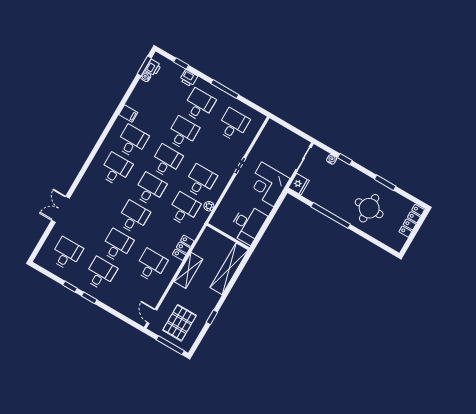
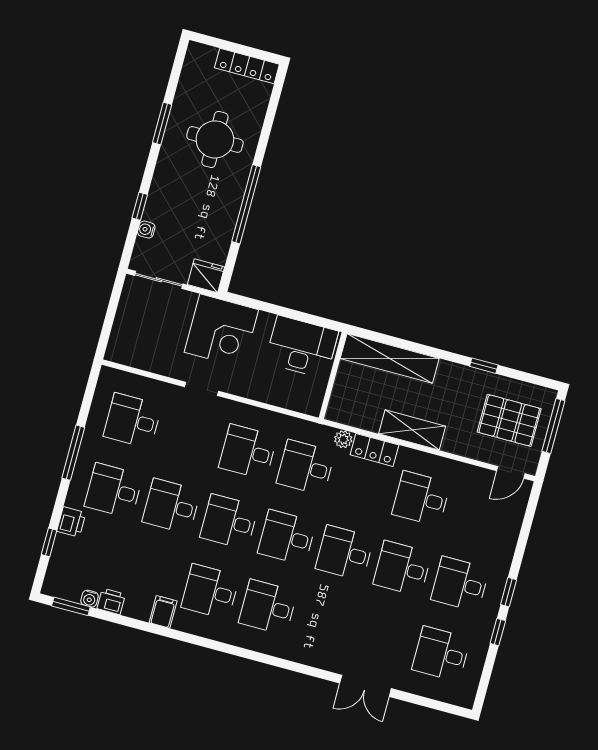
printer: (153, 67) -> (111, 601), moved
plant: (209, 206) -> (343, 439), moved
locker: (412, 221) -> (247, 66), moved

